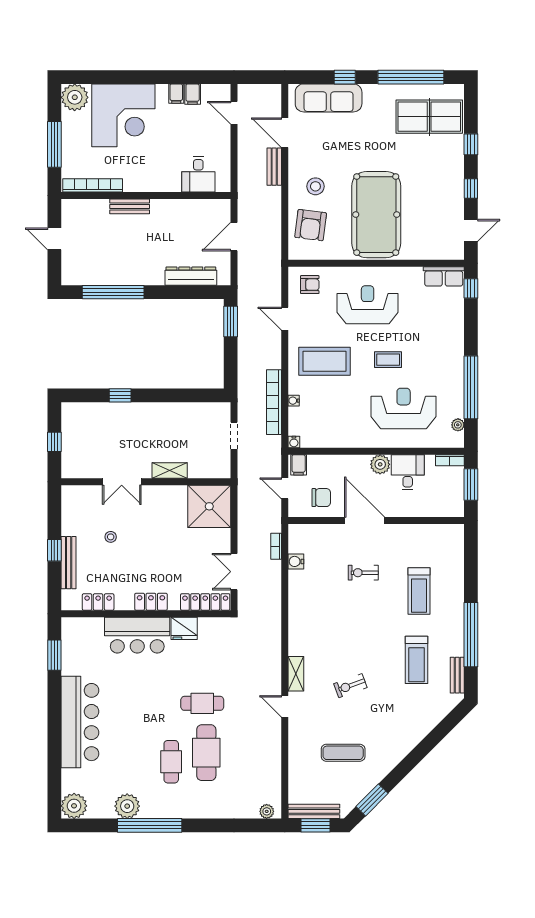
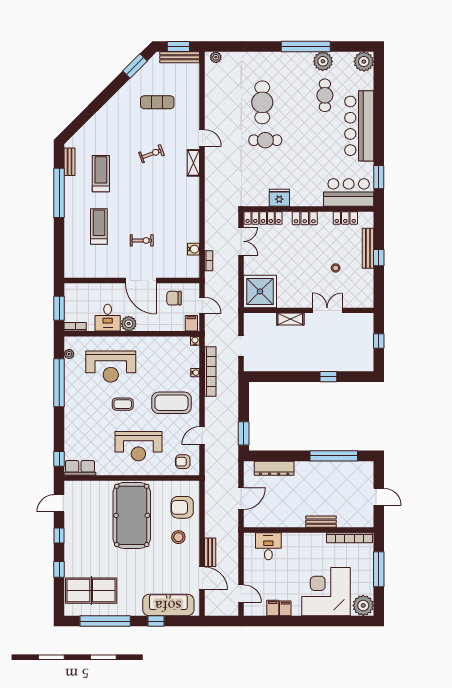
armchair: (311, 225) -> (182, 507), turned -97
door: (285, 319) -> (202, 436), swing flipped
bar counter: (137, 635) -> (349, 193), moved
cafe table: (171, 762) -> (325, 95), moved

